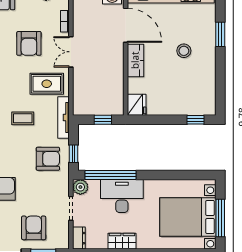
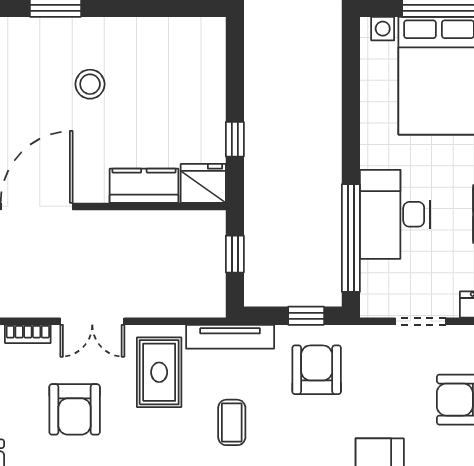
armchair: (29, 43) -> (75, 409), turned 90
kitchen counter: (135, 60) -> (144, 186), moved
window: (195, 120) -> (235, 139), moved
plant: (80, 187) -> (376, 301), removed

